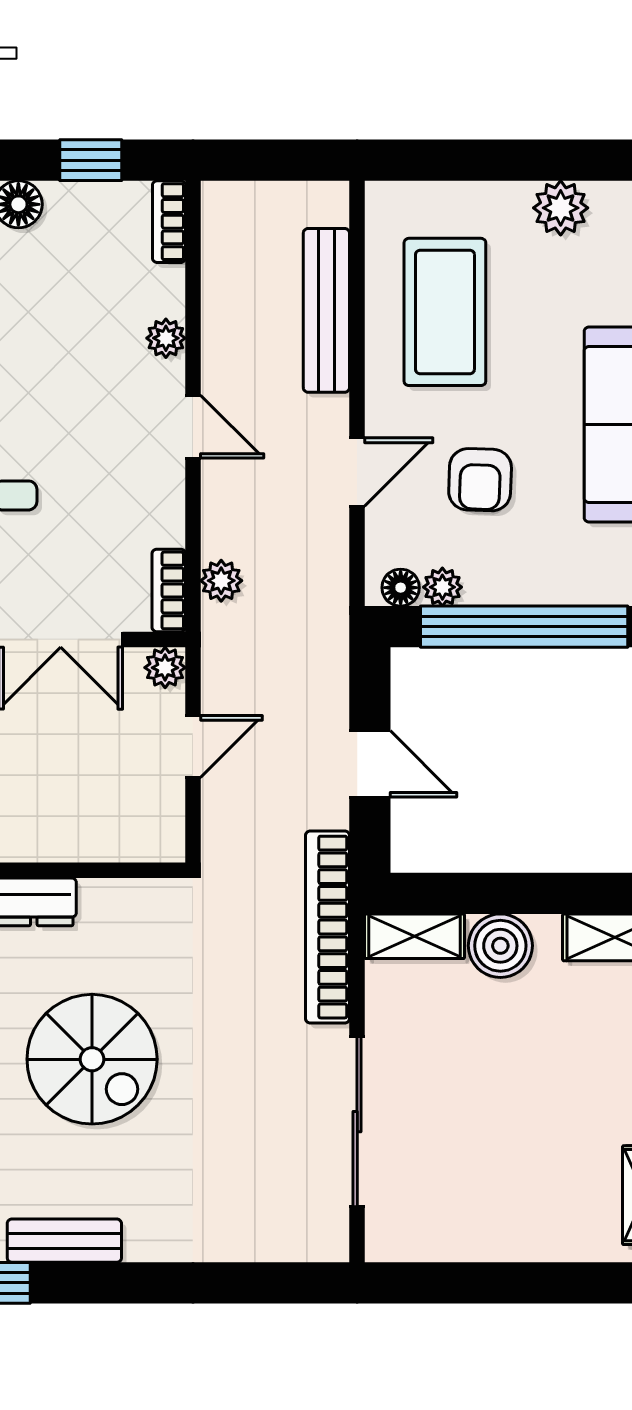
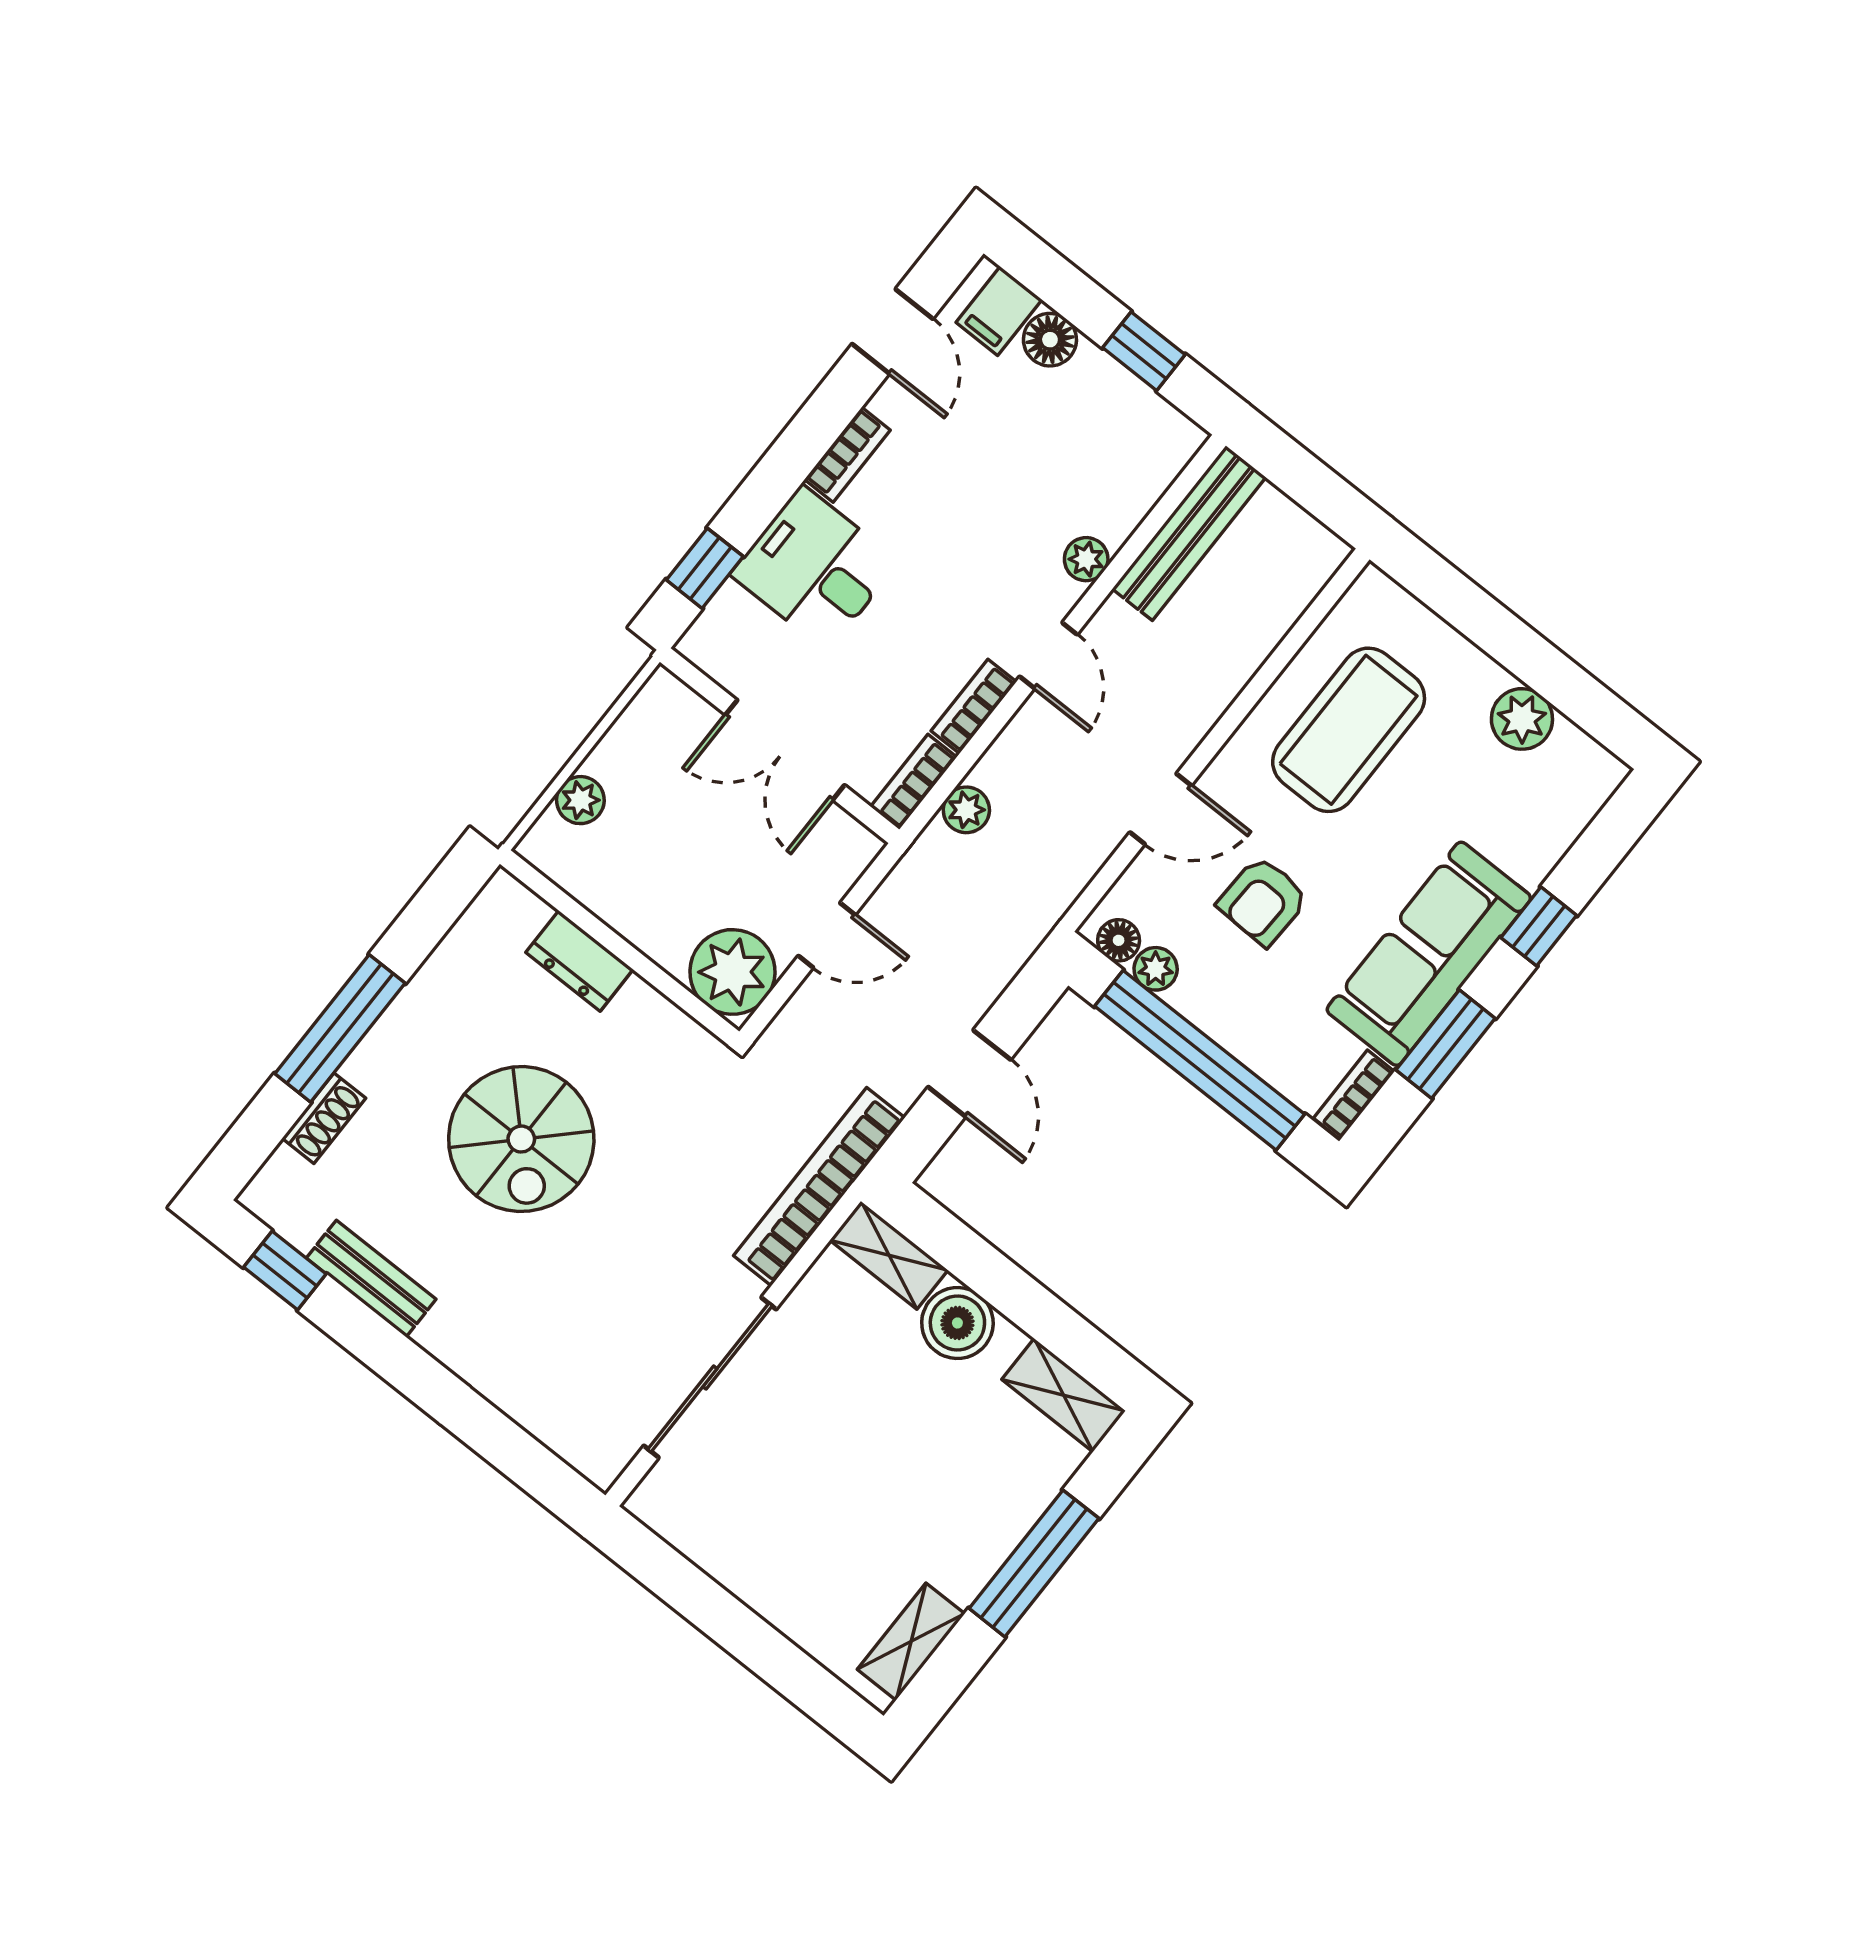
bookcase: (169, 222) -> (974, 706), moved
bench: (326, 310) -> (1189, 533), moved
plant: (165, 668) -> (732, 972), moved, width x1.87, depth x1.87

